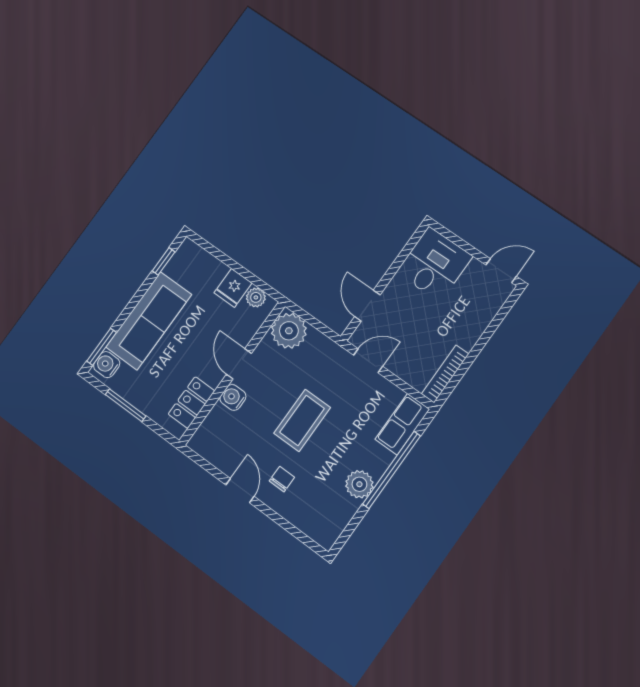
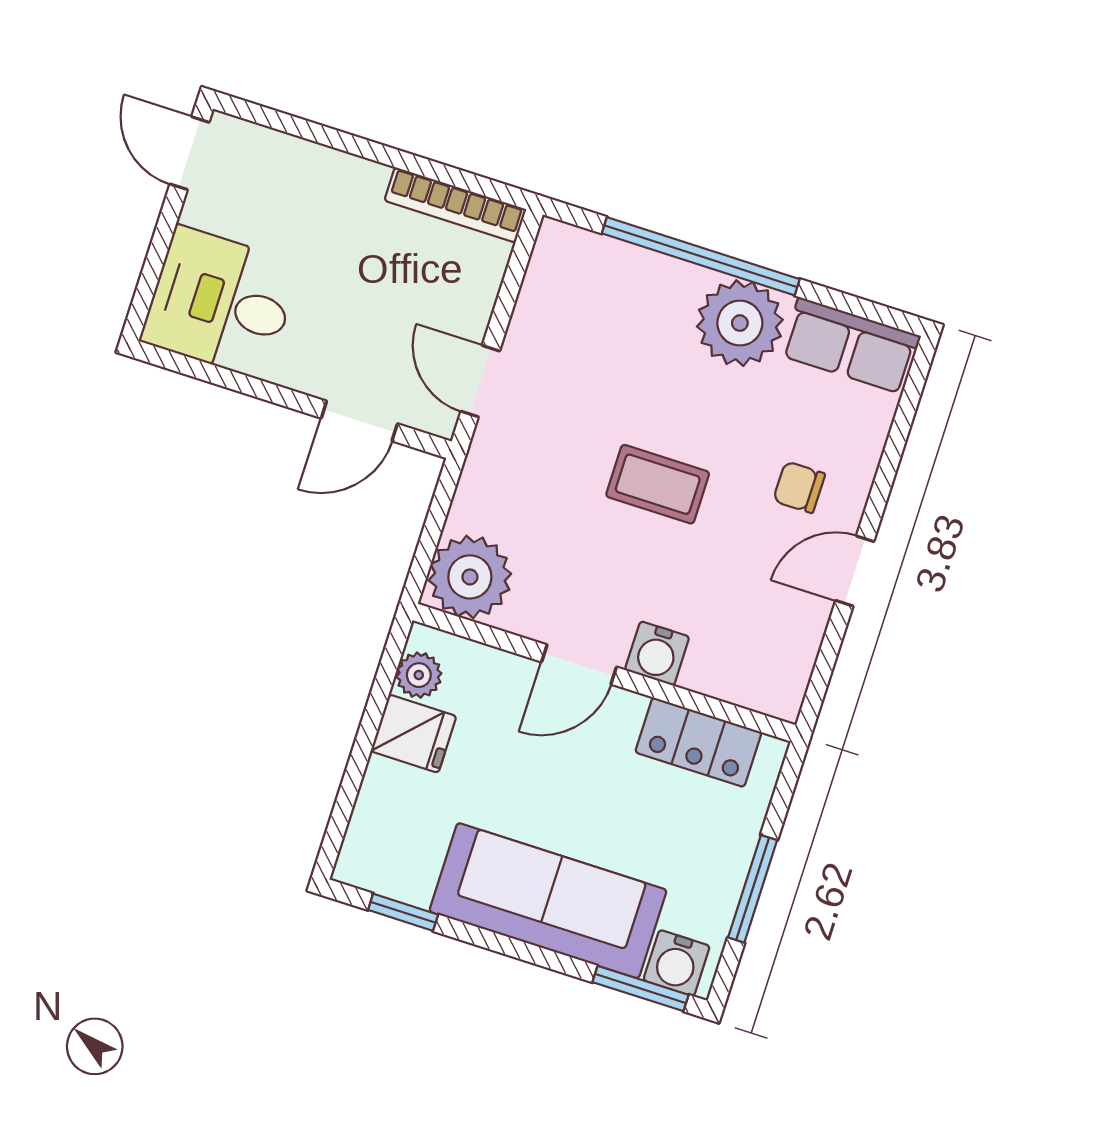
coffee table: (302, 420) -> (658, 484), width x0.73, depth x0.77
row of seats: (402, 424) -> (850, 346), moved
plant: (359, 484) -> (740, 323), width x1.36, depth x1.36

